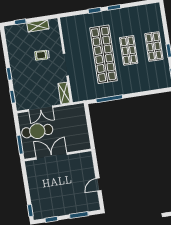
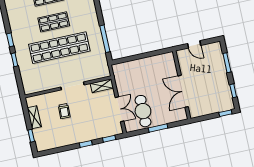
wall: (58, 155) -> (182, 85), moved
double door: (52, 156) -> (183, 91), moved

